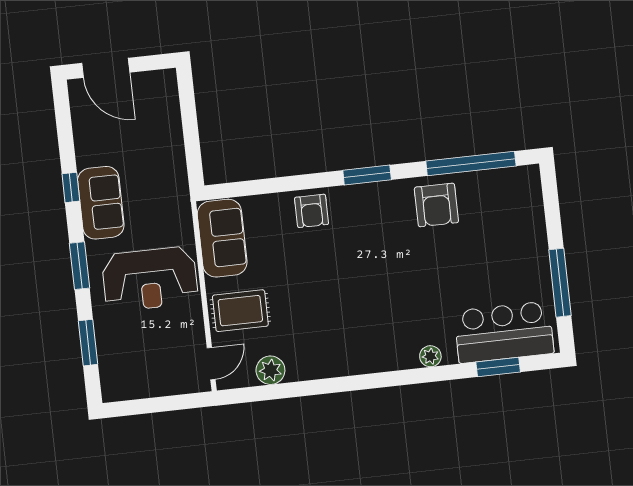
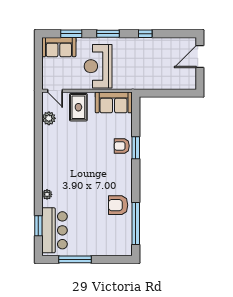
window: (367, 175) -> (136, 148), moved
sofa: (101, 203) -> (59, 47), moved

